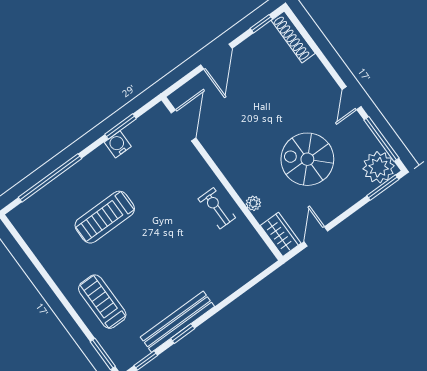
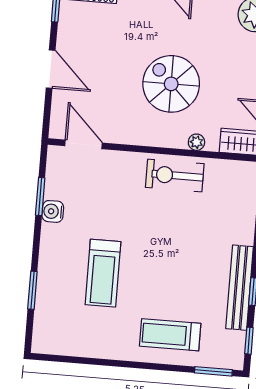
spiral stairs: (307, 159) -> (171, 84), moved, turned 90
window: (50, 178) -> (32, 290), width x0.47
exercise bike: (217, 208) -> (175, 175), width x1.38, depth x1.39

